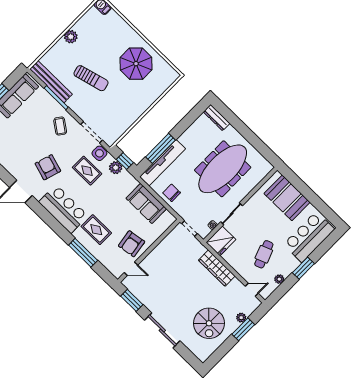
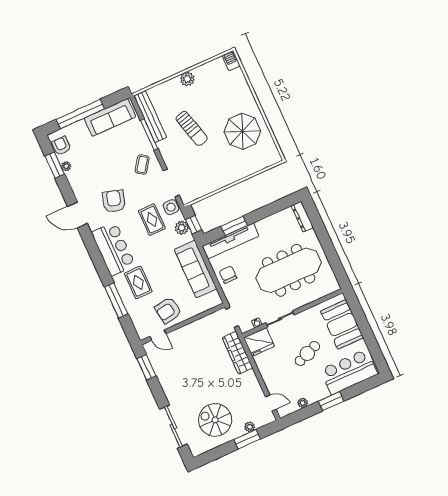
window: (160, 148) -> (234, 226), width x0.69
sofa: (146, 203) -> (196, 269), width x1.36
cafe table: (264, 254) -> (307, 354), moved
wardrobe: (217, 268) -> (237, 353), moved
spiral stairs: (209, 323) -> (215, 420), turned 90
sliding door: (162, 330) -> (173, 427), moved

